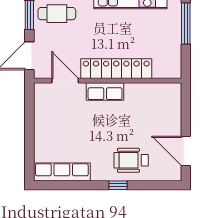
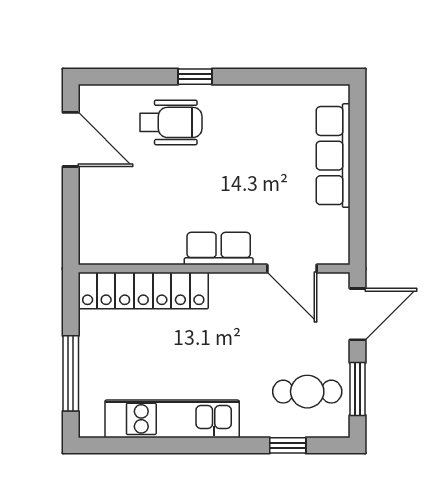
locker: (116, 69) -> (143, 291), moved
row of seats: (62, 172) -> (333, 156), moved, turned 90

